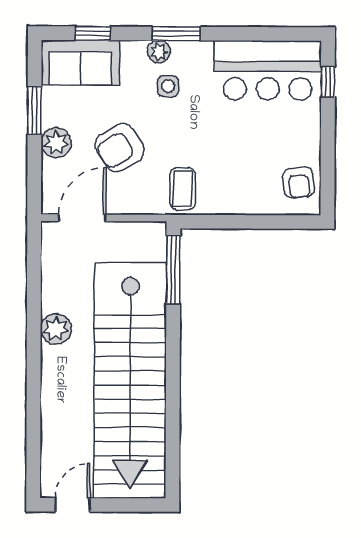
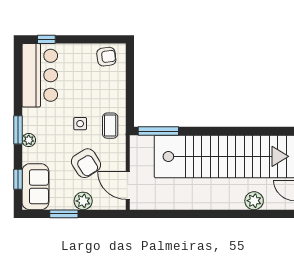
side table: (168, 86) -> (80, 124), moved
coffee table: (183, 189) -> (110, 126), turned 90
plant: (56, 329) -> (254, 201), moved

